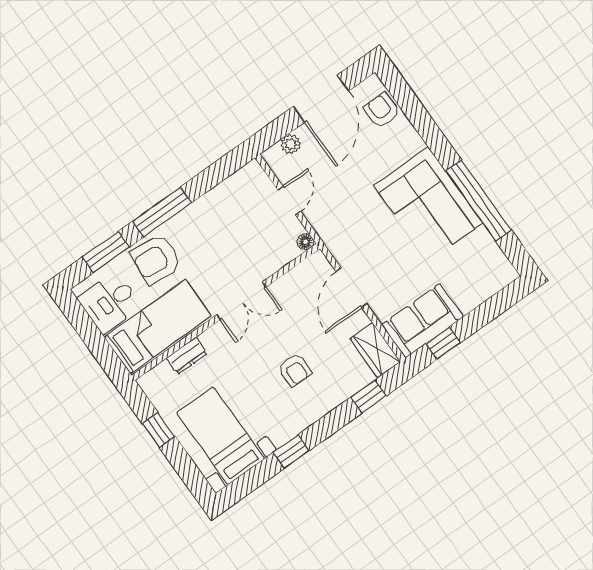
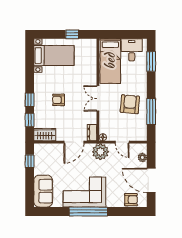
window: (478, 200) -> (88, 212), moved
window: (162, 212) -> (151, 111), moved
plant: (334, 227) -> (100, 152), added
armchair: (156, 259) -> (130, 104), moved
door: (351, 288) -> (74, 142), swing flipped
sofa: (423, 321) -> (43, 191), moved
dresser: (187, 356) -> (92, 133), moved
window: (291, 452) -> (30, 100), moved

